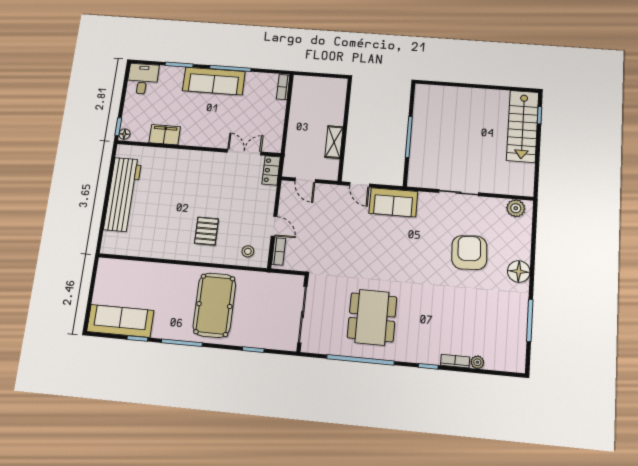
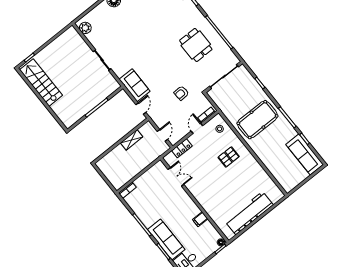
sofa: (214, 81) -> (166, 240), moved
stairs: (523, 126) -> (41, 83), moved, turned -90
filing cabinet: (165, 135) -> (200, 219), width x0.50
double door: (244, 152) -> (176, 177), swing flipped
locker: (271, 170) -> (182, 148), moved
armchair: (469, 253) -> (181, 93), moved, width x0.53, depth x0.53
dining table: (372, 317) -> (196, 45), width x0.73

